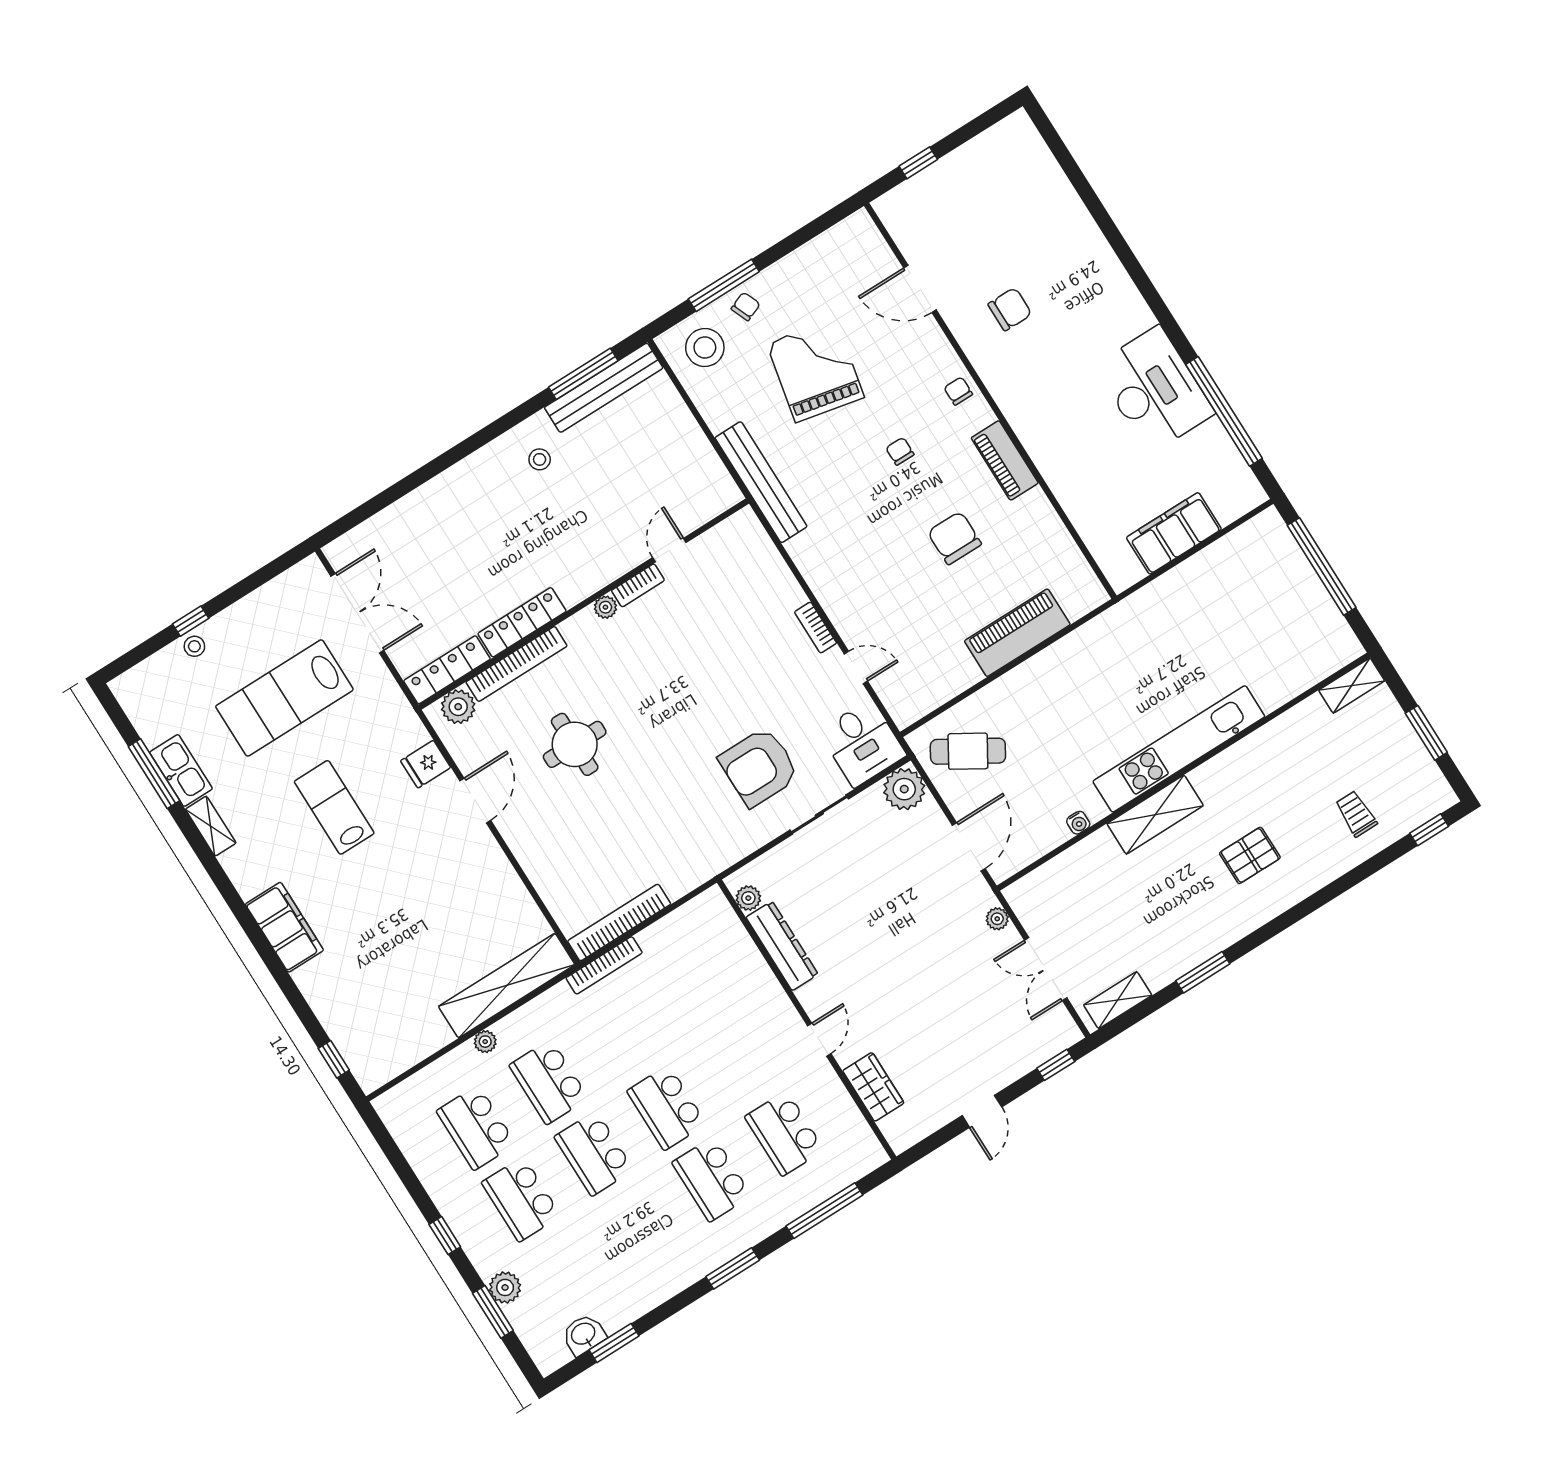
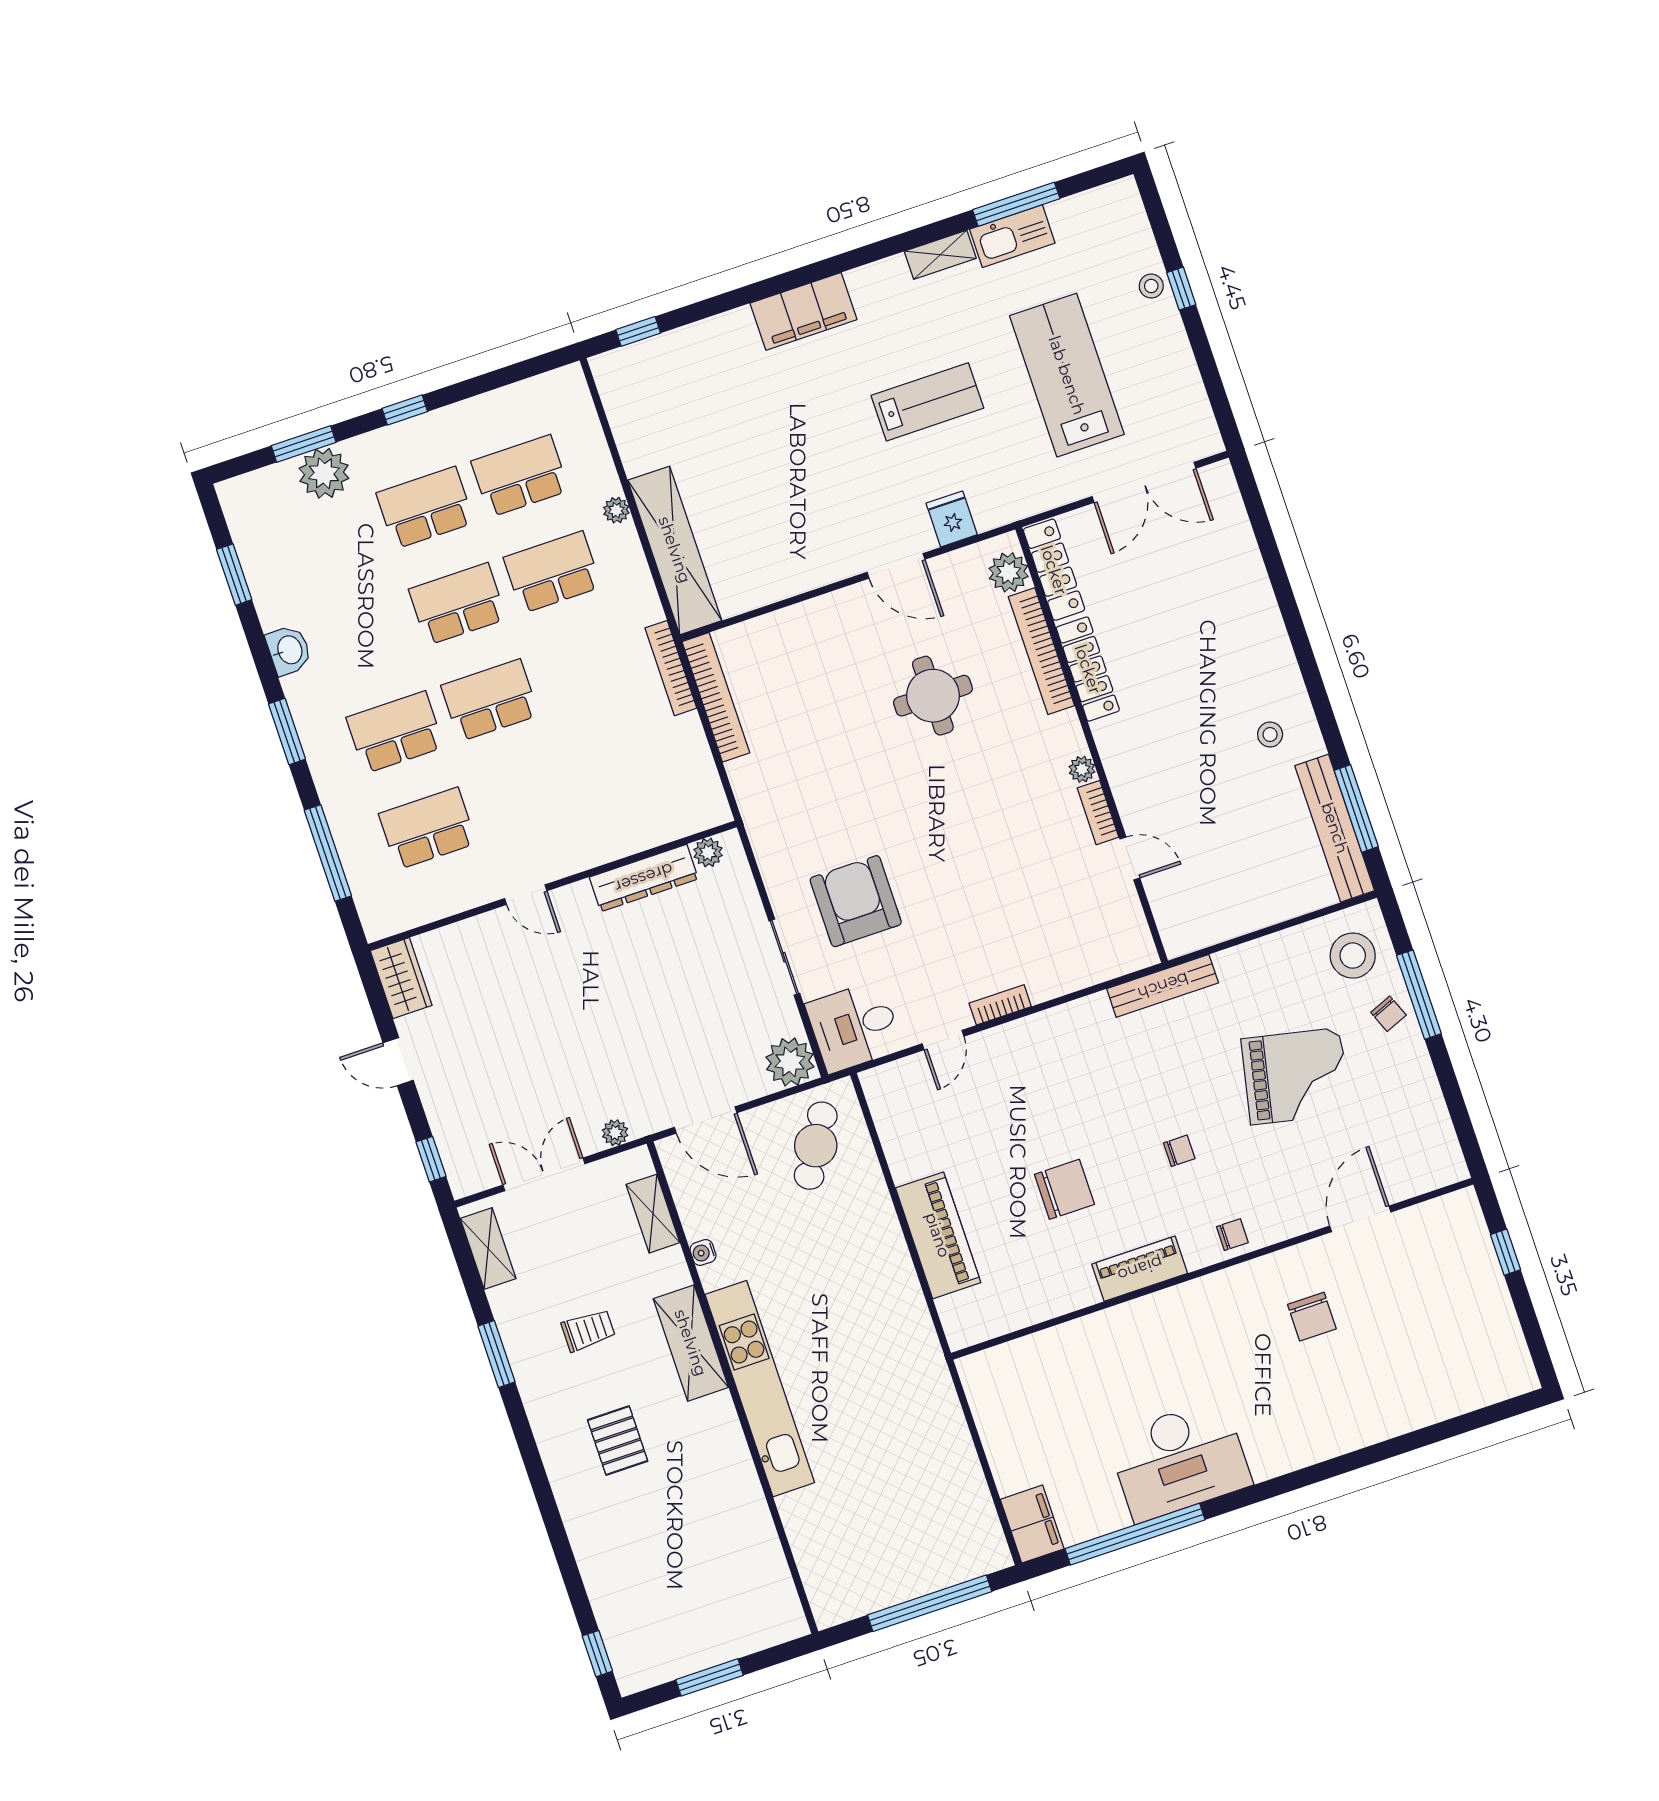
bench: (761, 482) -> (1163, 986), width x0.73, depth x0.82
filing cabinet: (1174, 533) -> (1032, 1524), moved, width x0.67, depth x0.86
shelving: (1352, 686) -> (653, 1214), moved
trolley: (1356, 814) -> (588, 1330), moved
wardrobe: (873, 1087) -> (401, 978), moved, turned -90
plant: (505, 1287) -> (324, 473), width x1.36, depth x1.36
washbasin: (584, 1334) -> (289, 650), moved

